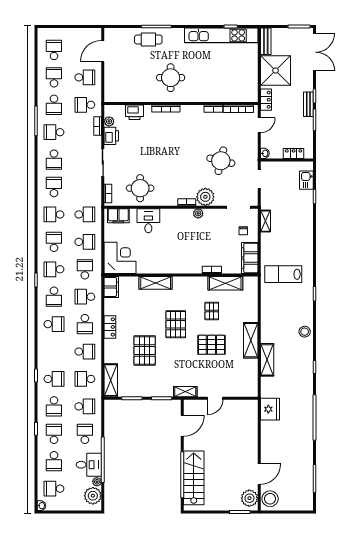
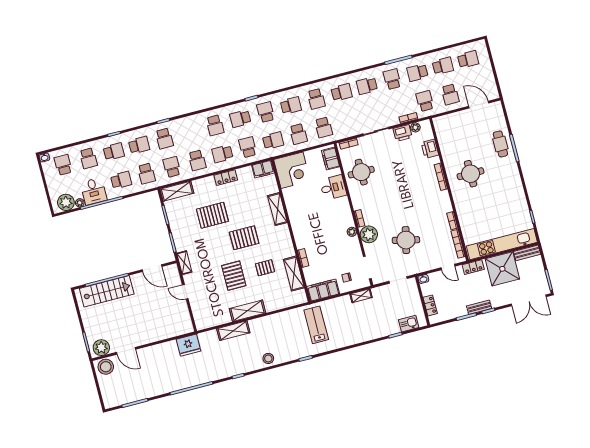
kitchen unit: (221, 35) -> (502, 244), moved, turned 90
school desk: (54, 214) -> (316, 99), turned 180
school desk: (54, 406) -> (139, 145), turned 180
school desk: (54, 461) -> (88, 158), turned -90

